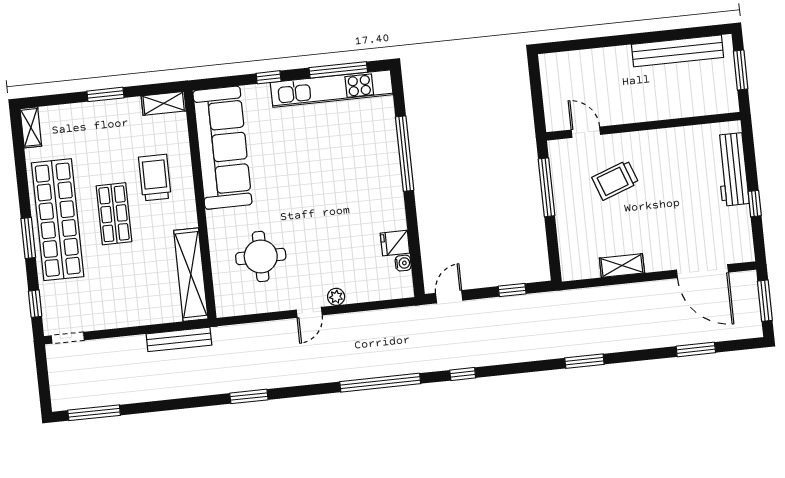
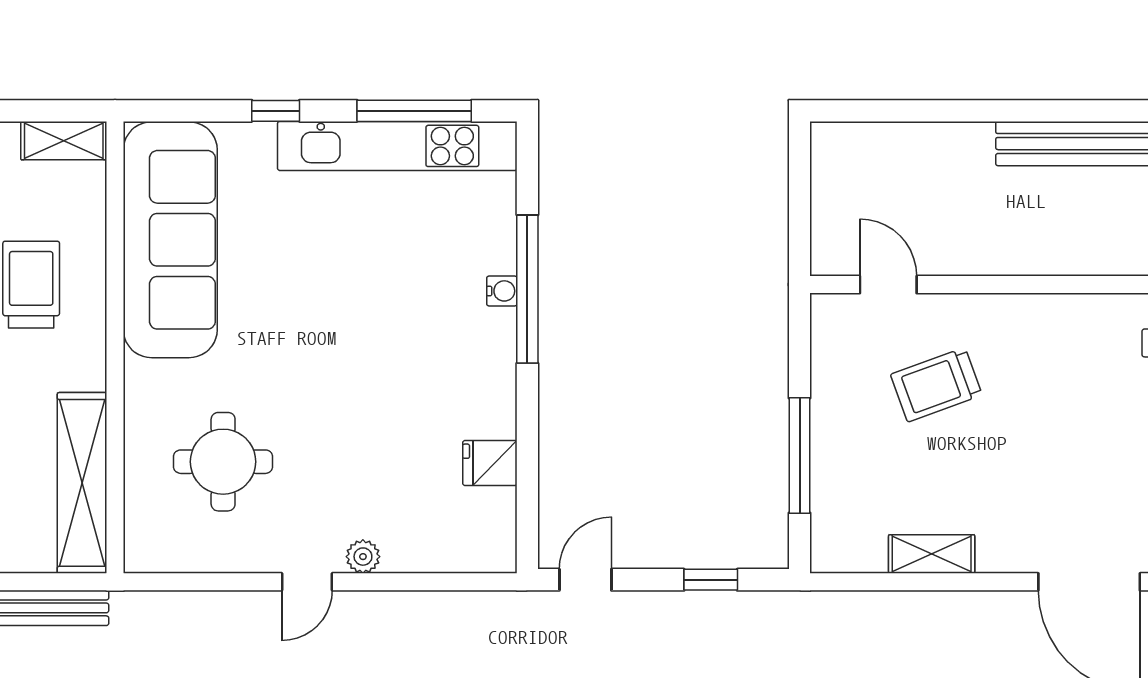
window: (546, 187) -> (800, 456), moved
water cooler: (403, 263) -> (502, 291), moved

